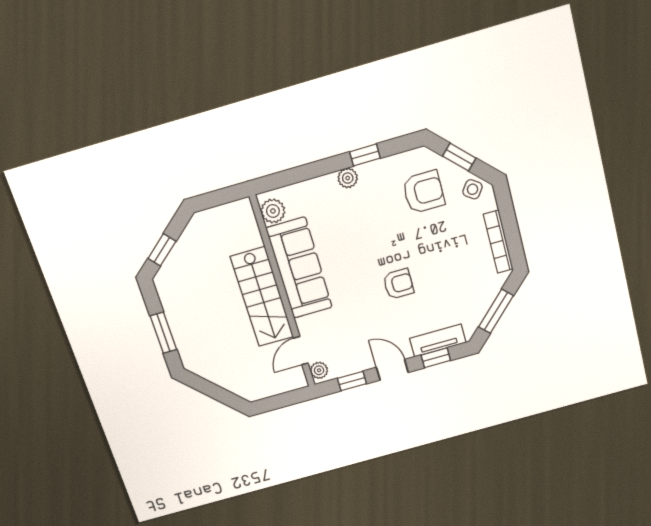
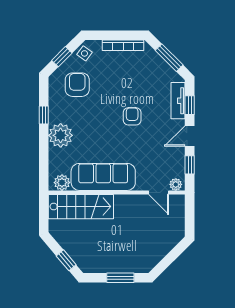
plant: (348, 178) -> (61, 135), width x1.87, depth x1.87
stairs: (262, 297) -> (81, 207), moved

